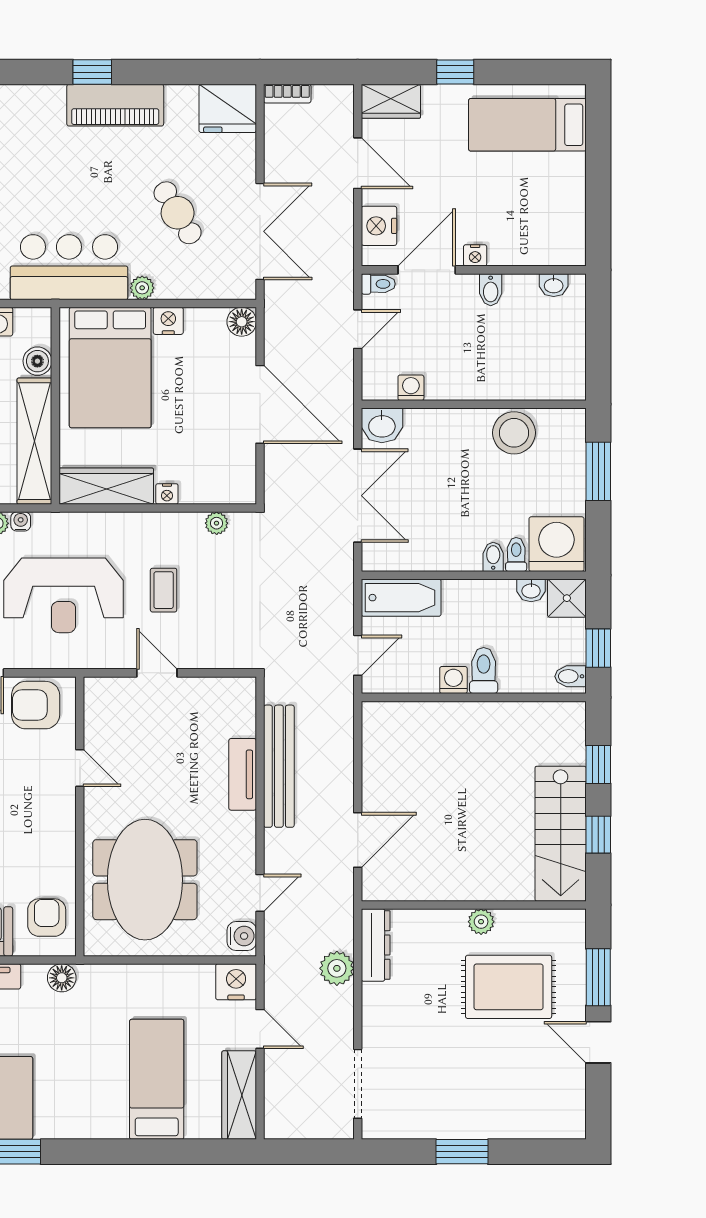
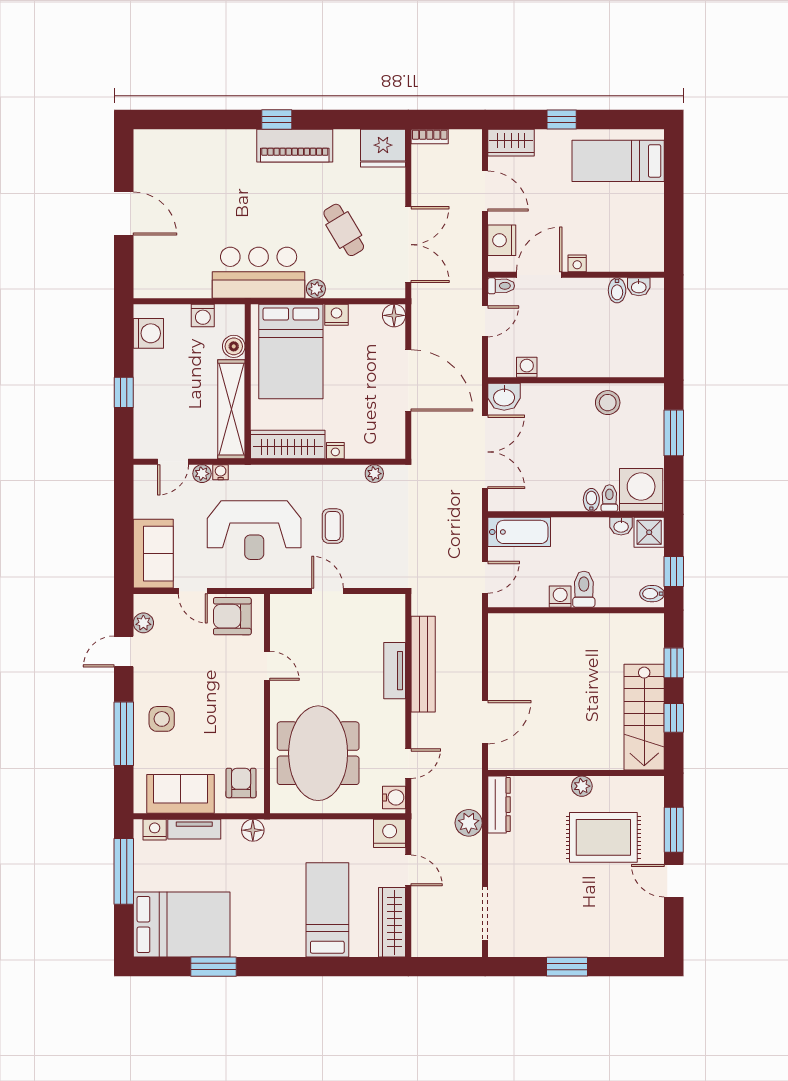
bidet: (491, 290) -> (617, 290), moved
stool: (514, 433) -> (608, 403), width x0.73, depth x0.73

